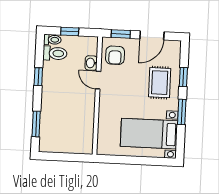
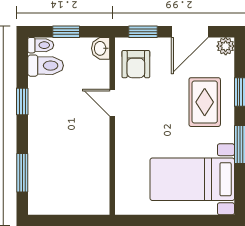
plant: (175, 46) -> (226, 46), added
washbasin: (91, 63) -> (101, 48), moved

